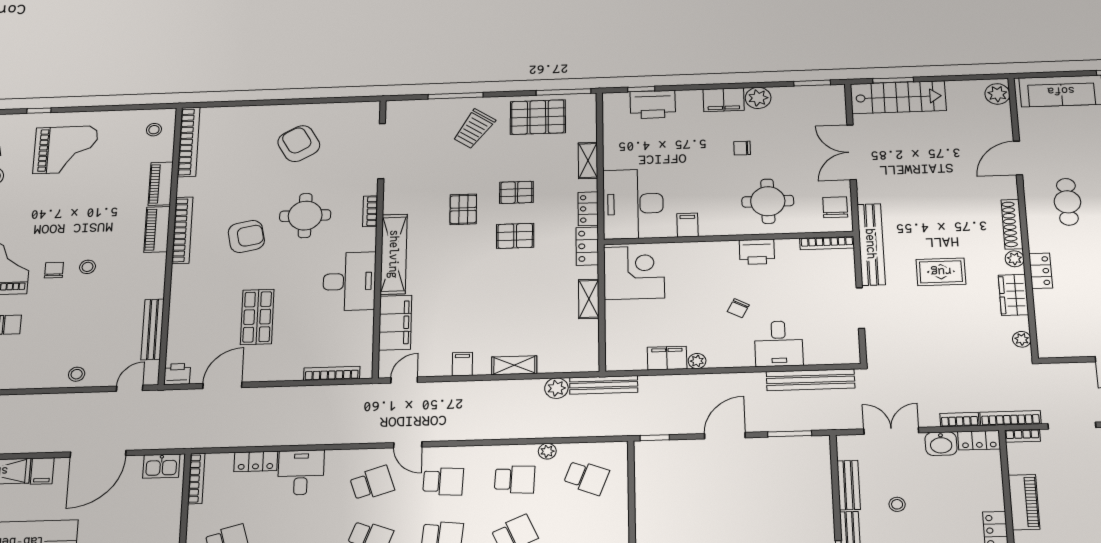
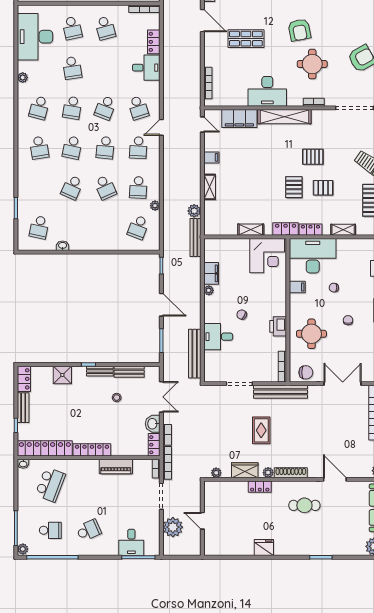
chair: (687, 171) -> (334, 288), added
pallet: (516, 192) -> (323, 188), turned 90

